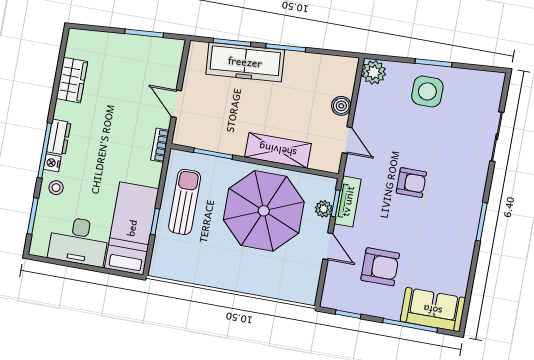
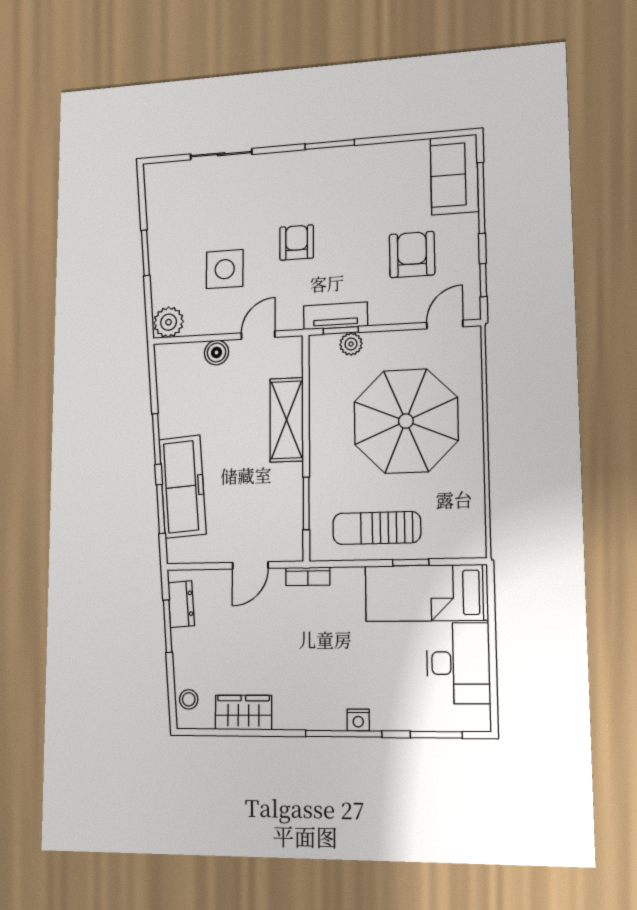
side table: (427, 91) -> (225, 269), moved
dresser: (59, 137) -> (181, 604), moved, turned 86
stool: (56, 188) -> (189, 699), moved
parasol: (264, 211) -> (406, 421), moved
door: (328, 246) -> (445, 325), moved

